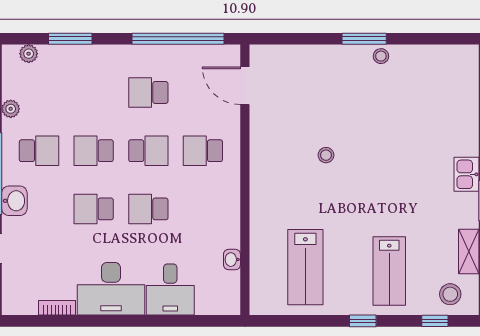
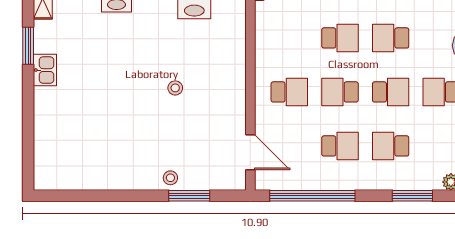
window: (364, 39) -> (189, 196), moved
stool: (381, 56) -> (170, 178), moved
school desk: (94, 92) -> (391, 146), added
school desk: (94, 209) -> (391, 38), turned 180

